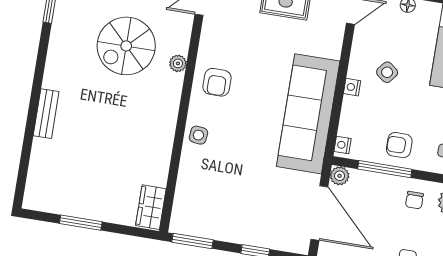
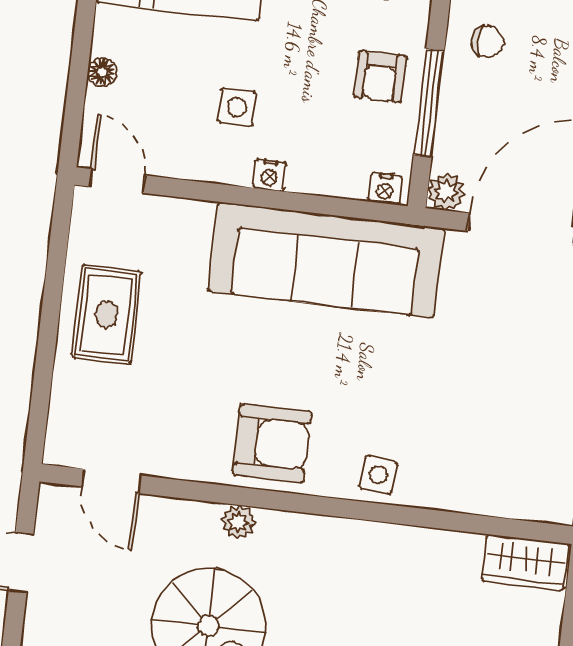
side table: (387, 72) -> (237, 107), turned -38
armchair: (217, 82) -> (272, 443), width x1.38, depth x1.38

